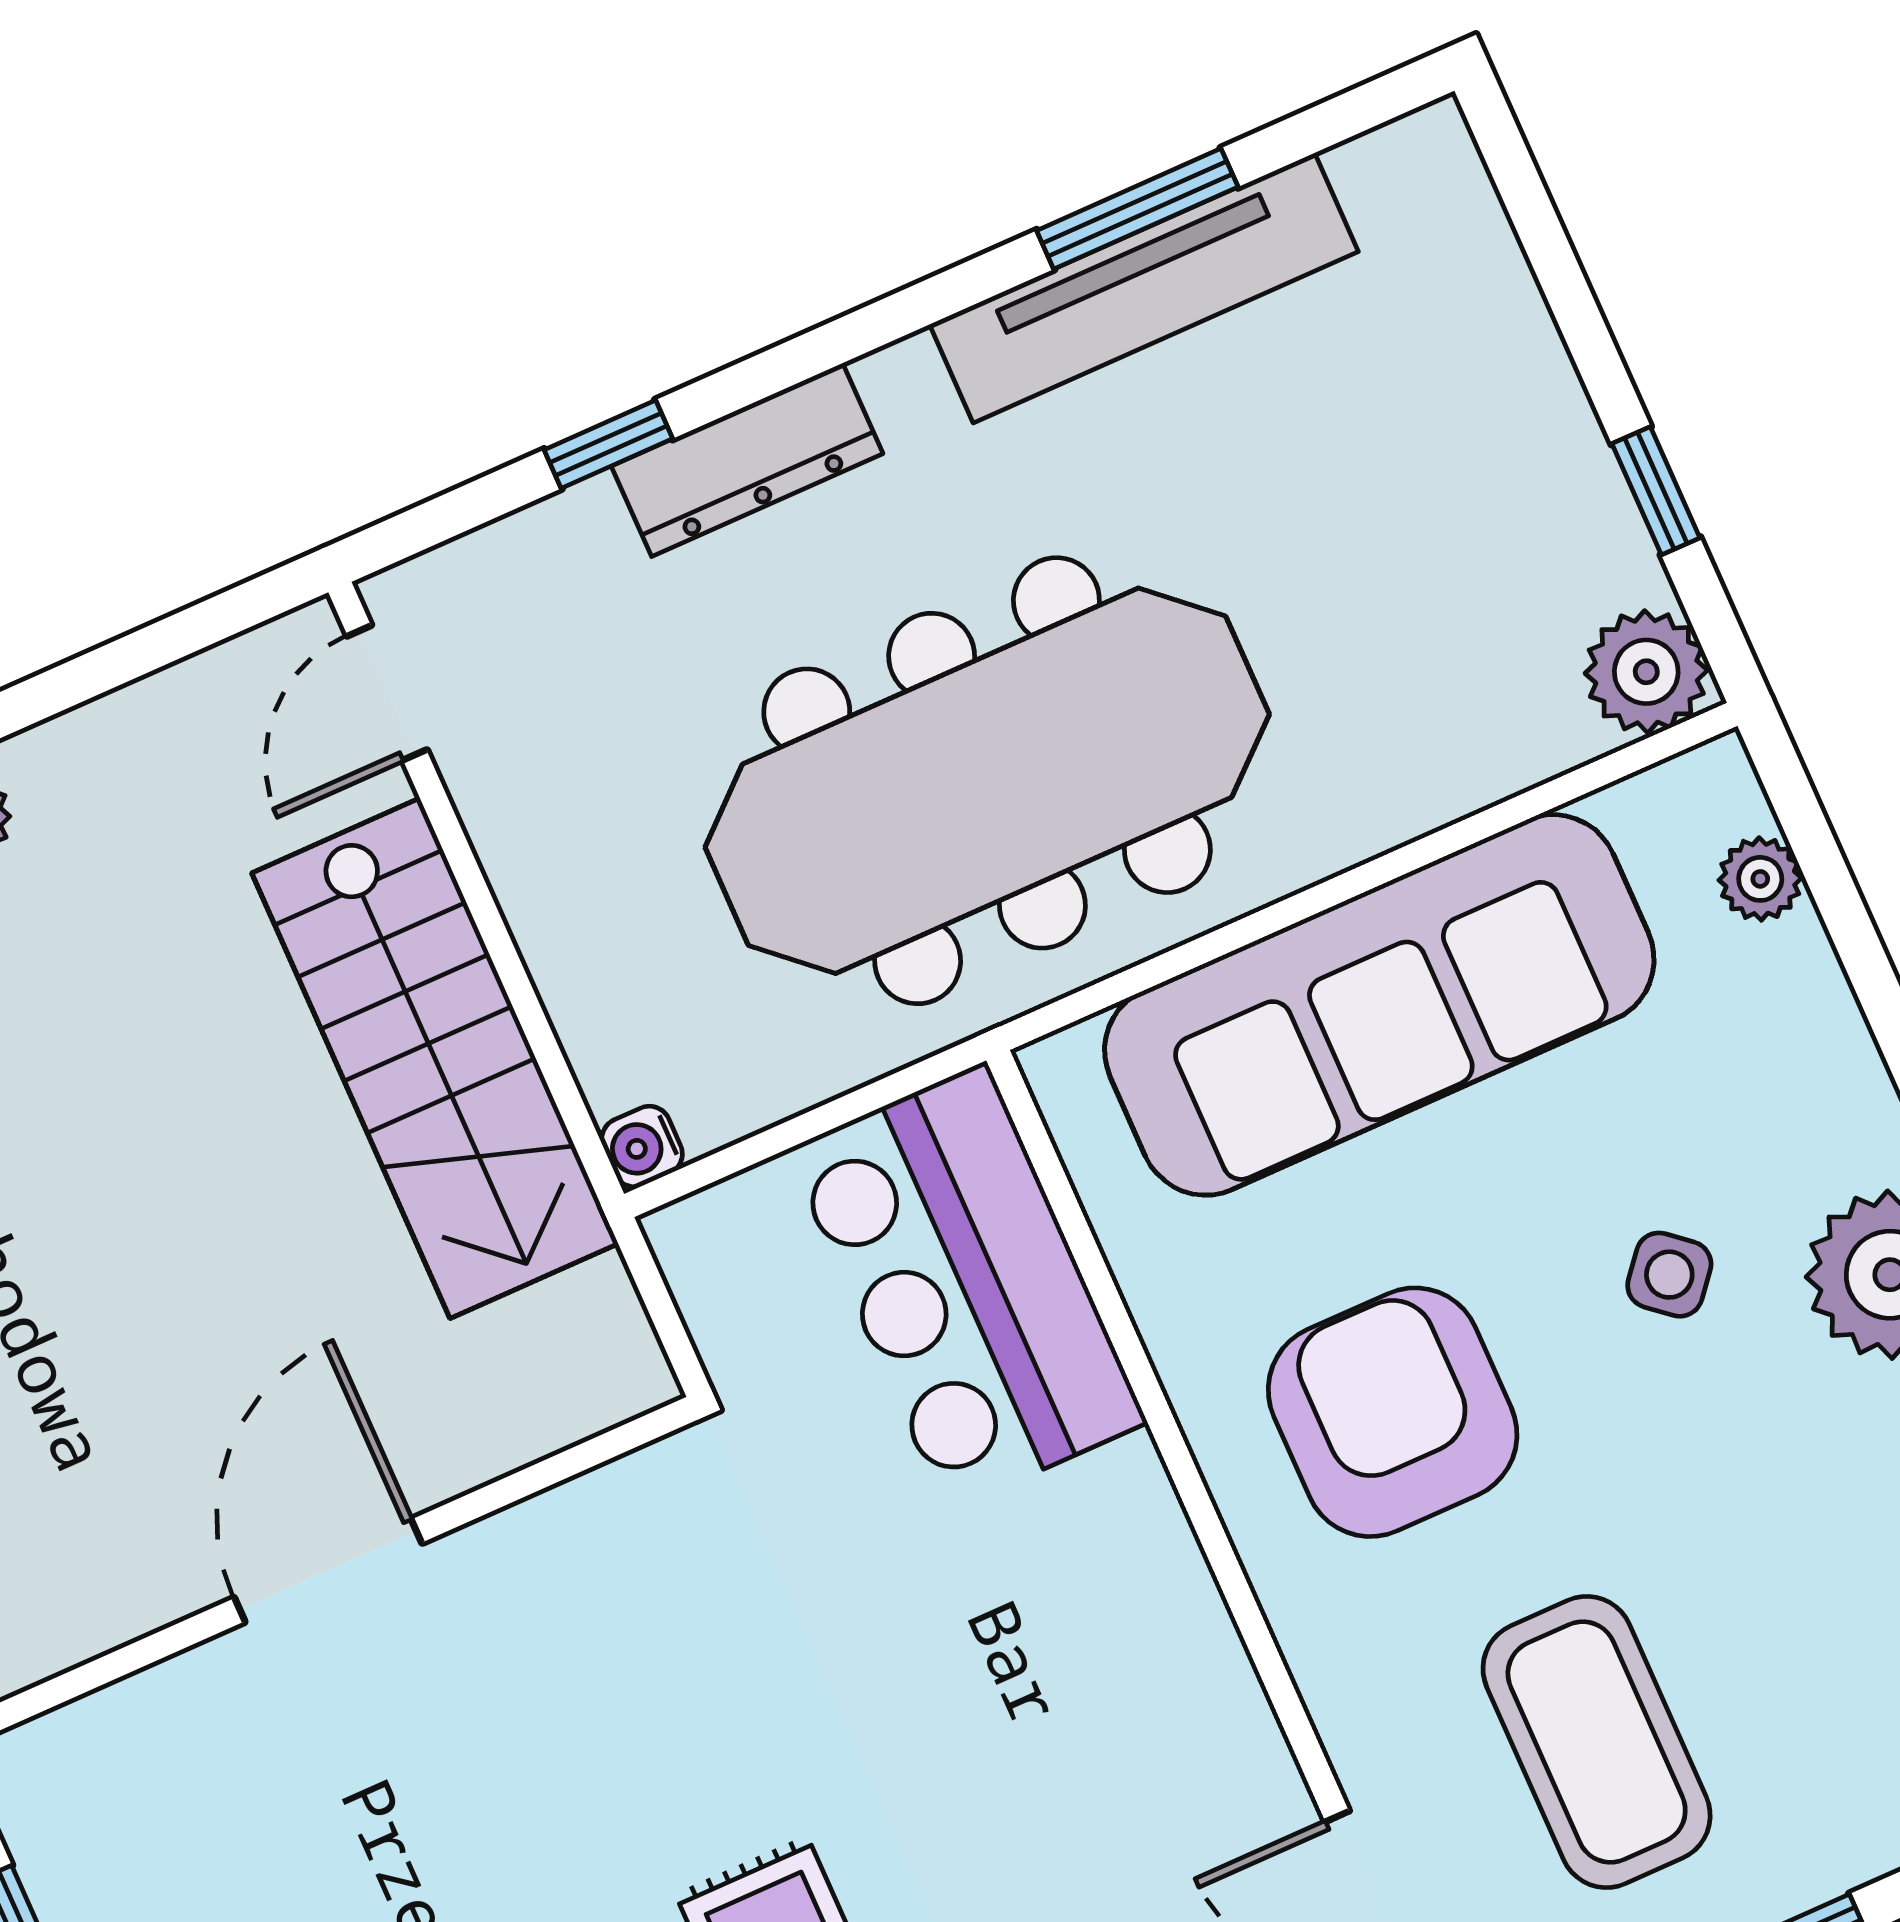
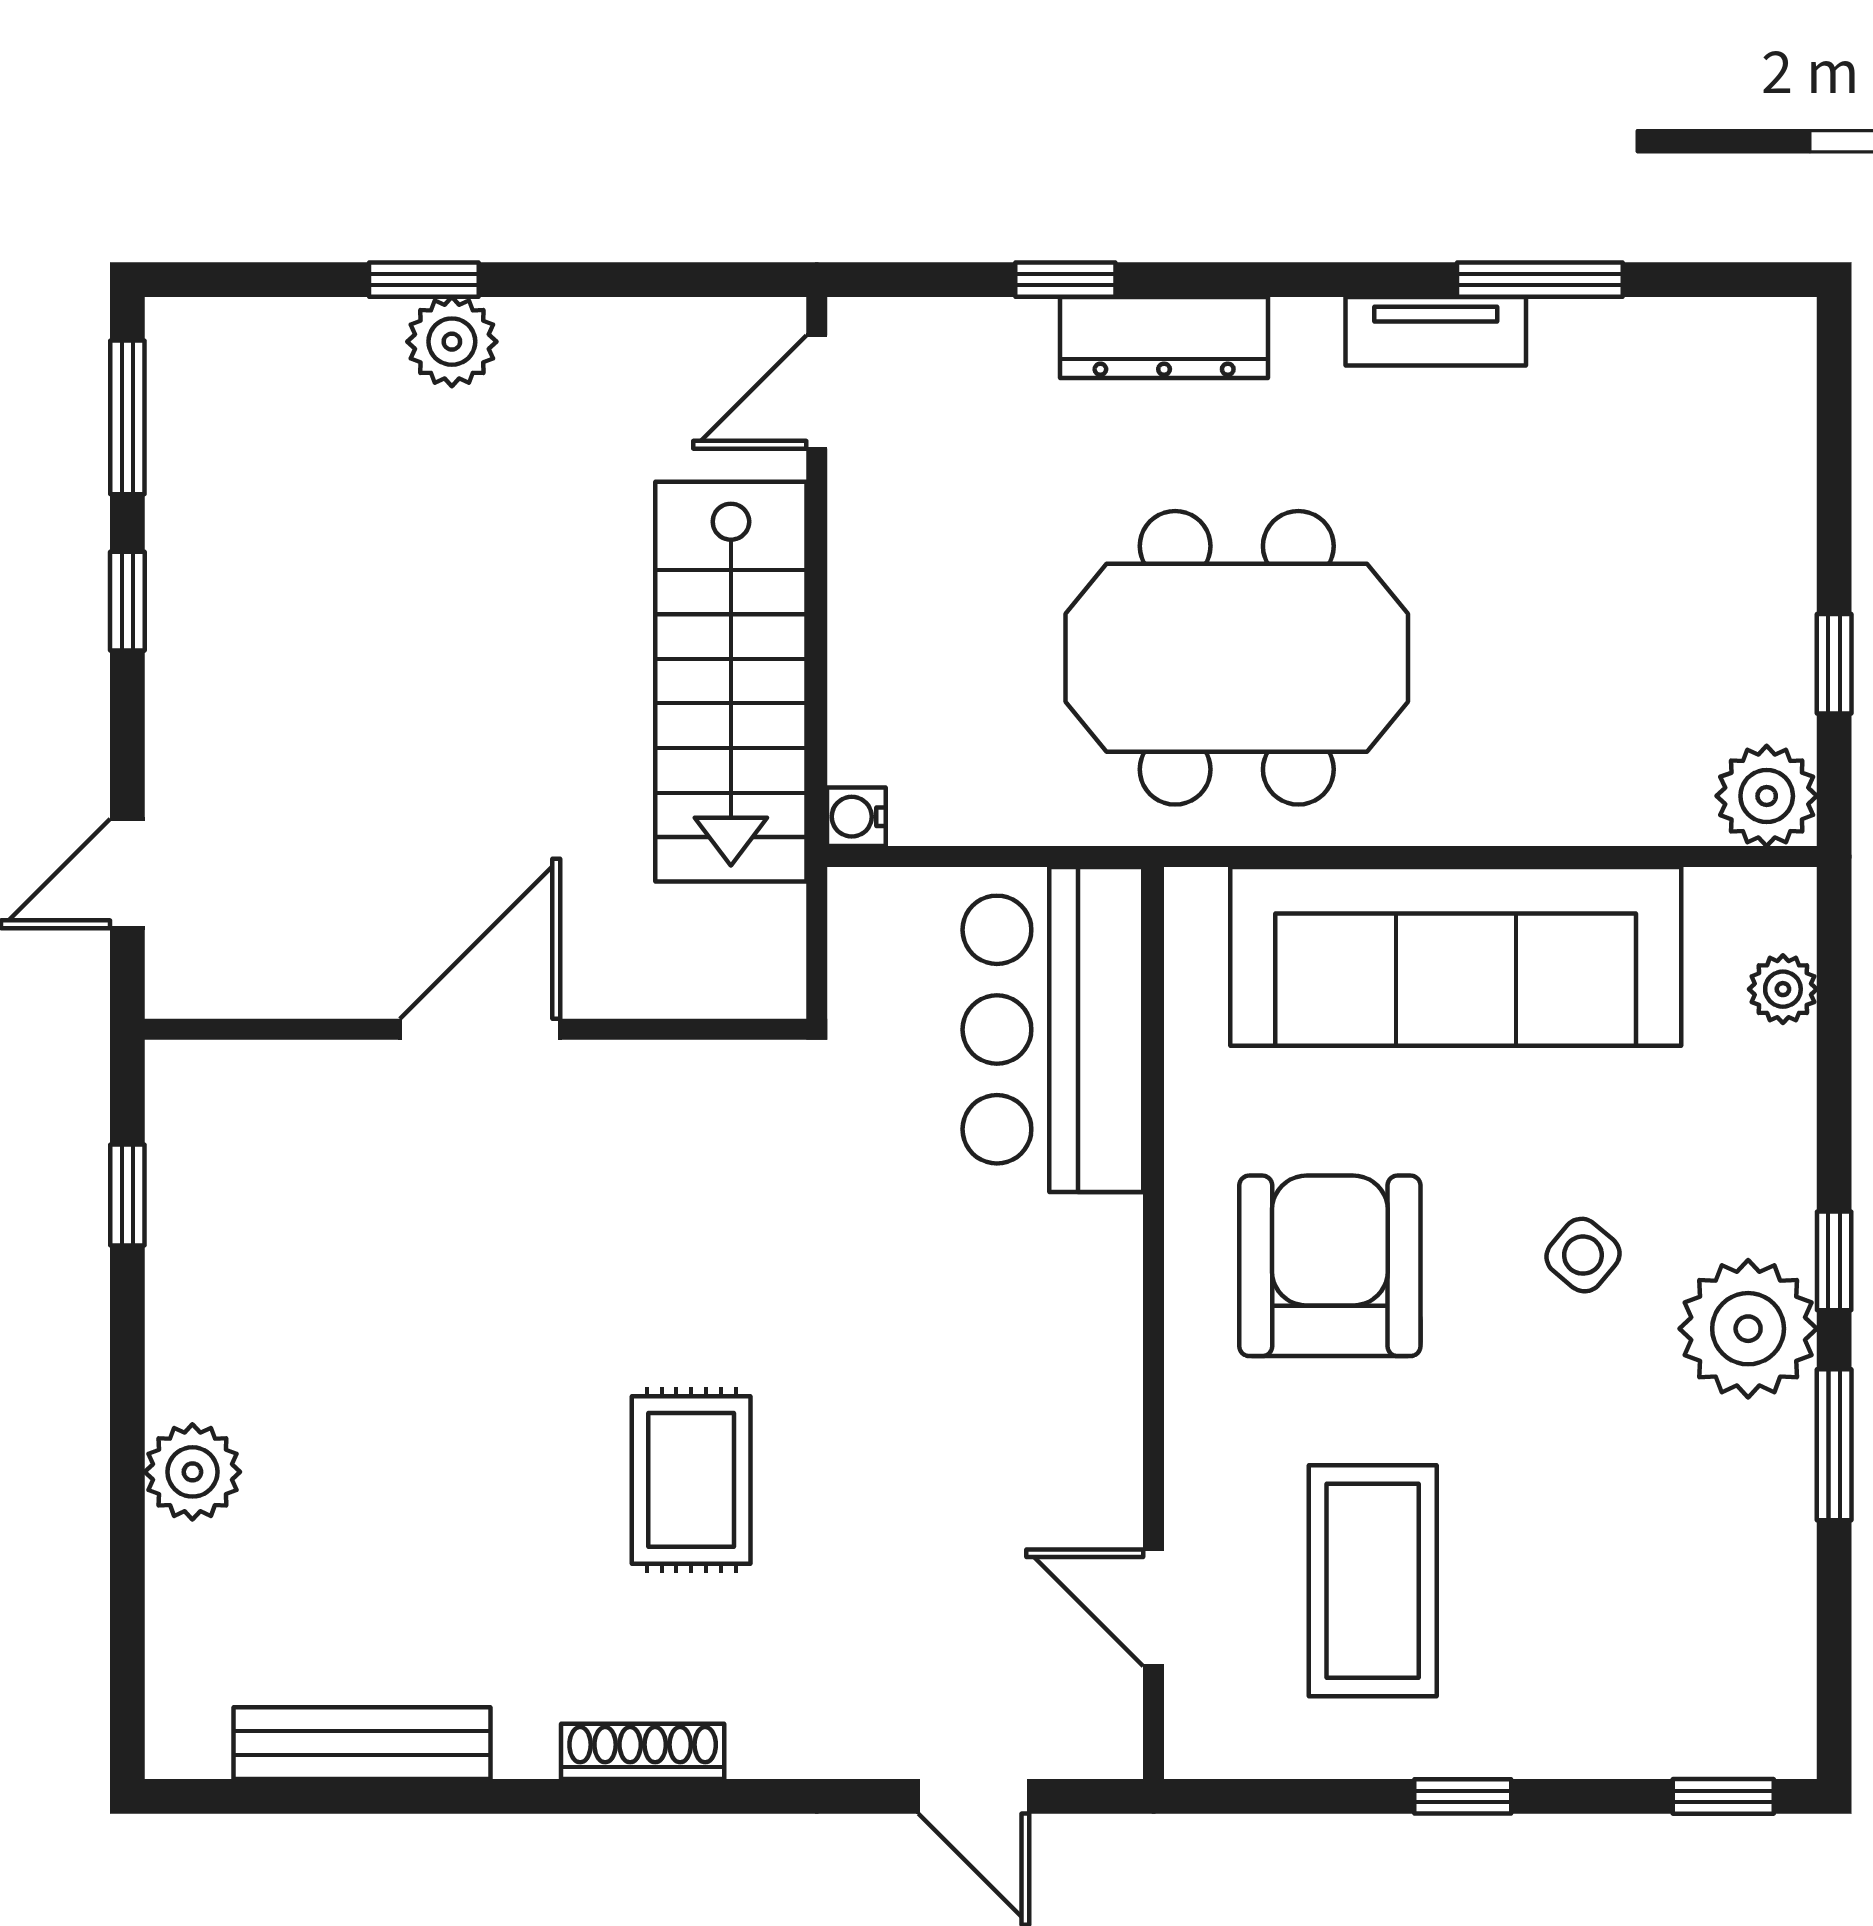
tv unit: (1144, 288) -> (1436, 331), width x0.52, depth x0.78
meeting table: (987, 781) -> (1237, 658), width x0.73

